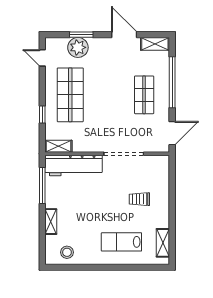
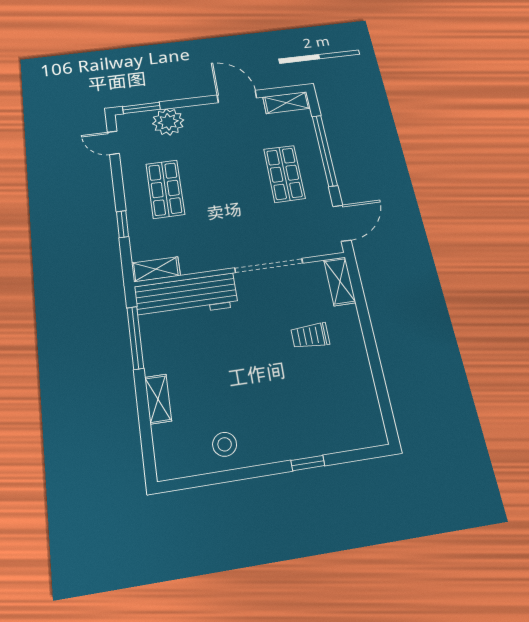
window: (81, 35) -> (141, 108), moved
shop shelf: (70, 95) -> (165, 189), width x0.70, depth x0.74
lab bench: (121, 242) -> (293, 416), removed
shelving: (163, 243) -> (340, 281), moved
stool: (67, 252) -> (225, 444), moved
window: (124, 267) -> (308, 463), added

